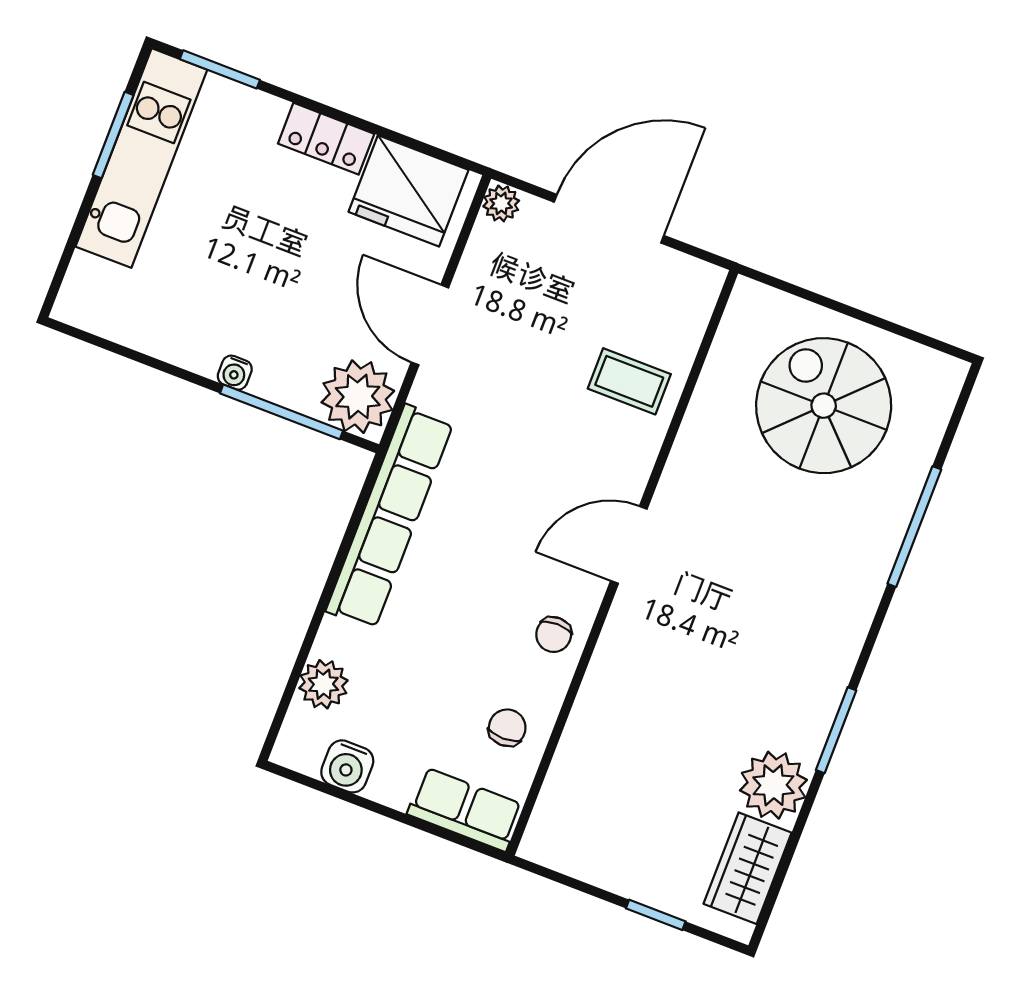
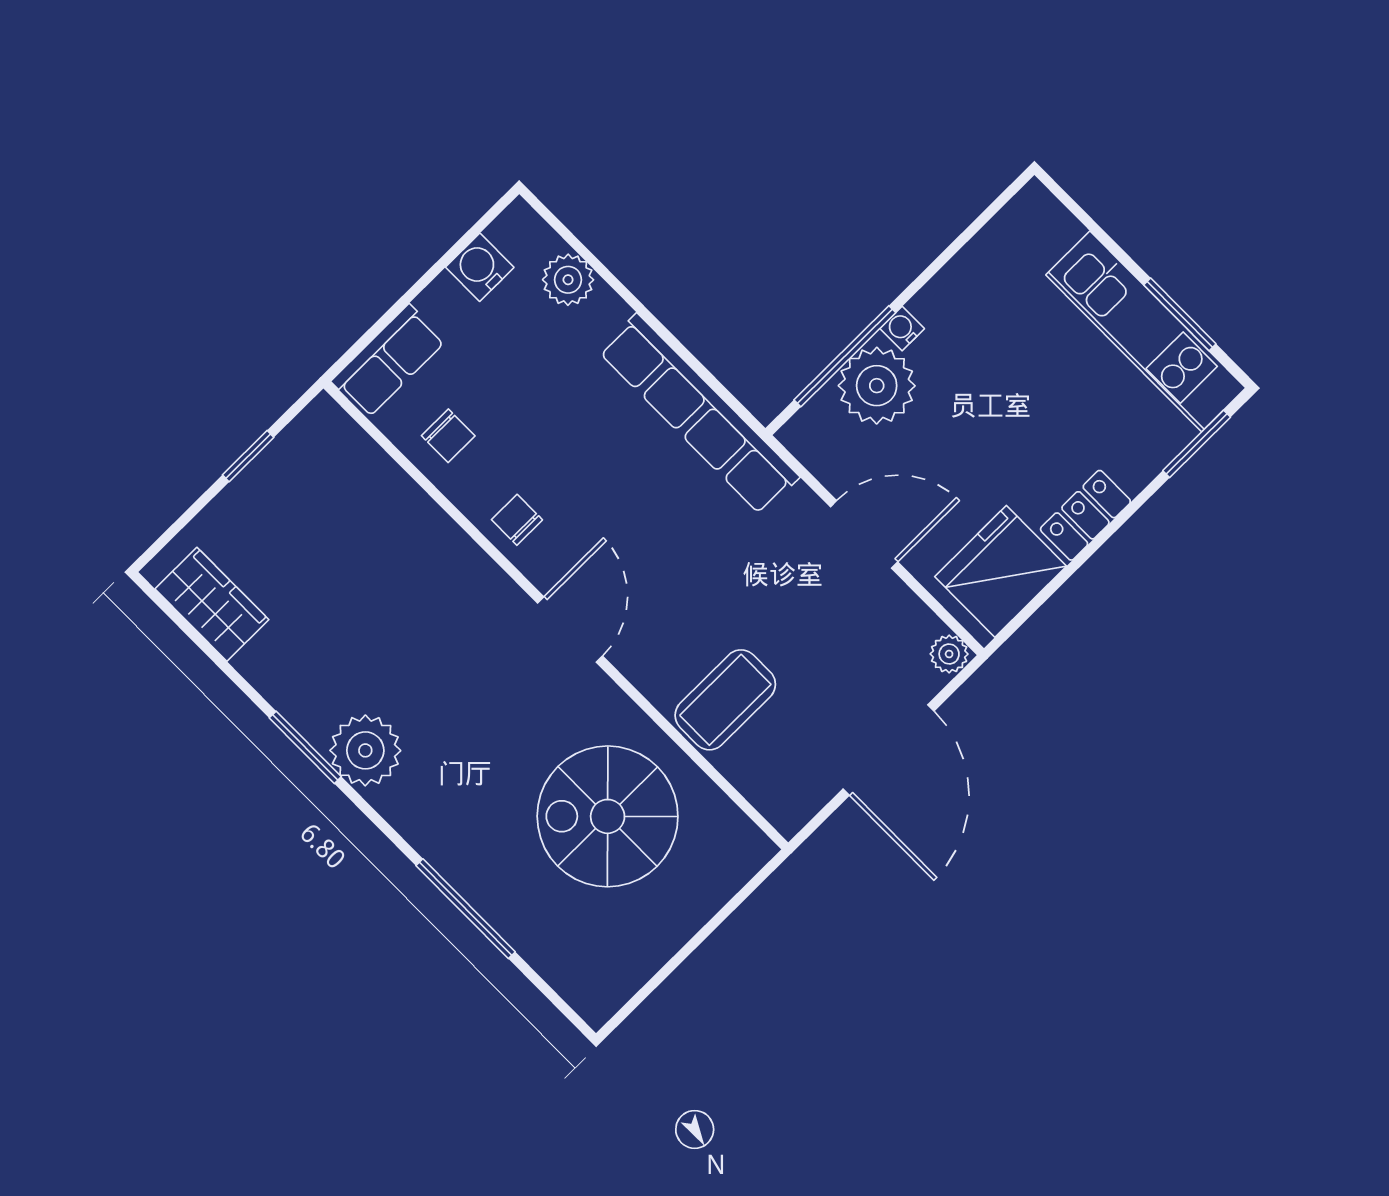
coffee table: (629, 381) -> (725, 700), width x1.36, depth x1.30
plant: (358, 397) -> (877, 386), moved
spiral stairs: (824, 406) -> (608, 816), moved, turned 180
plant: (773, 785) -> (365, 750), moved
window: (656, 915) -> (248, 456), moved

